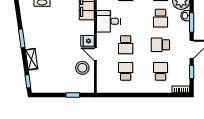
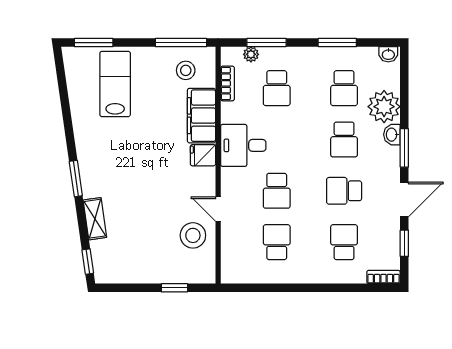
fridge: (87, 41) -> (203, 155), moved

